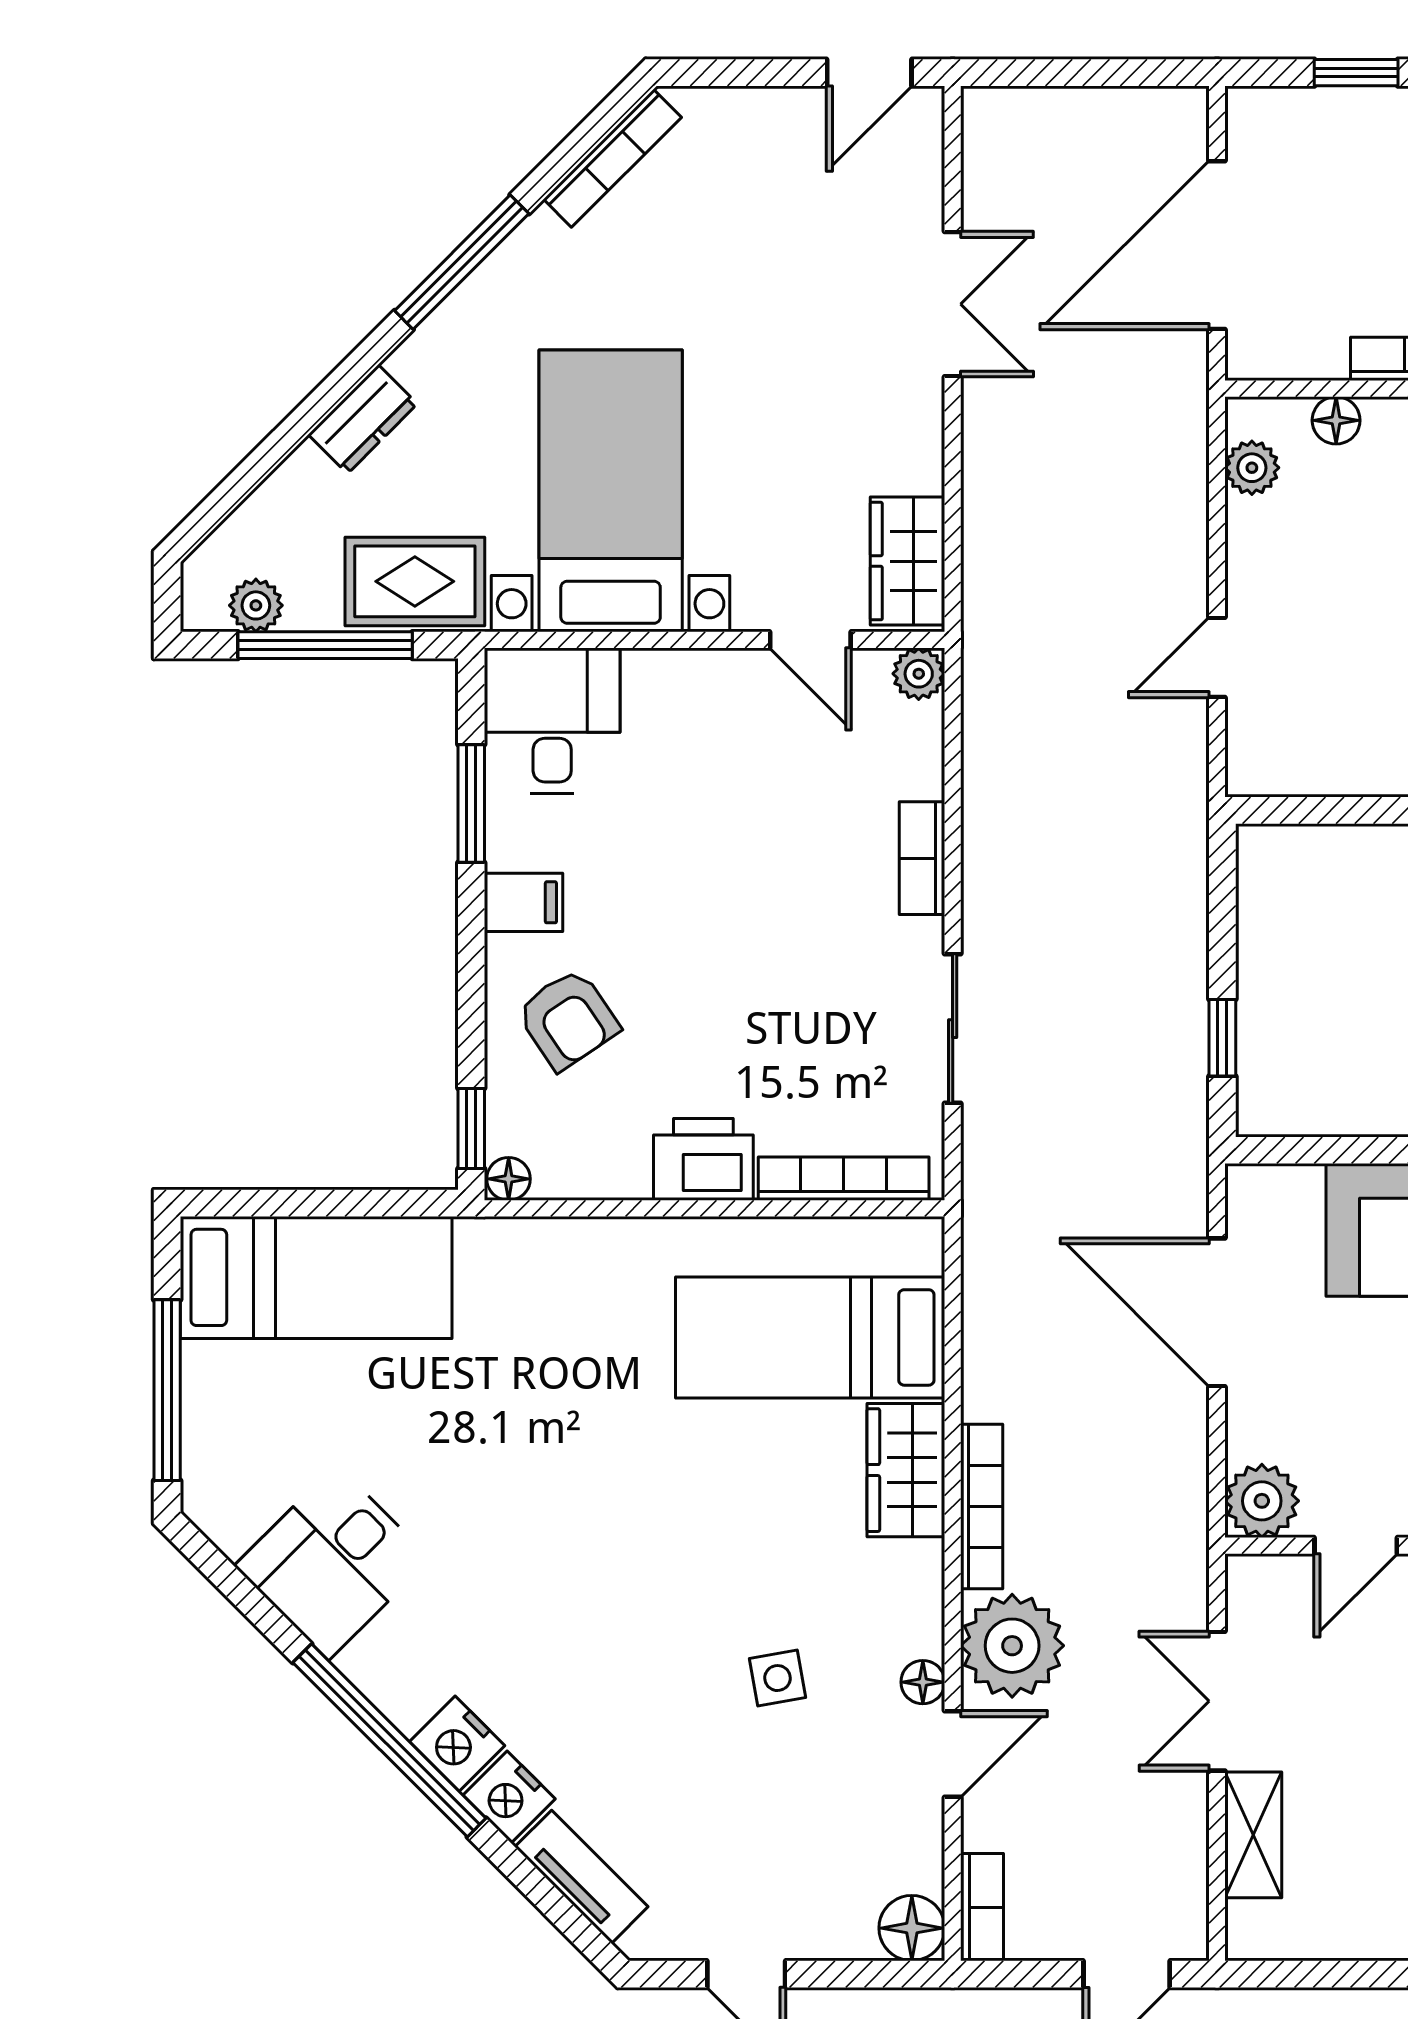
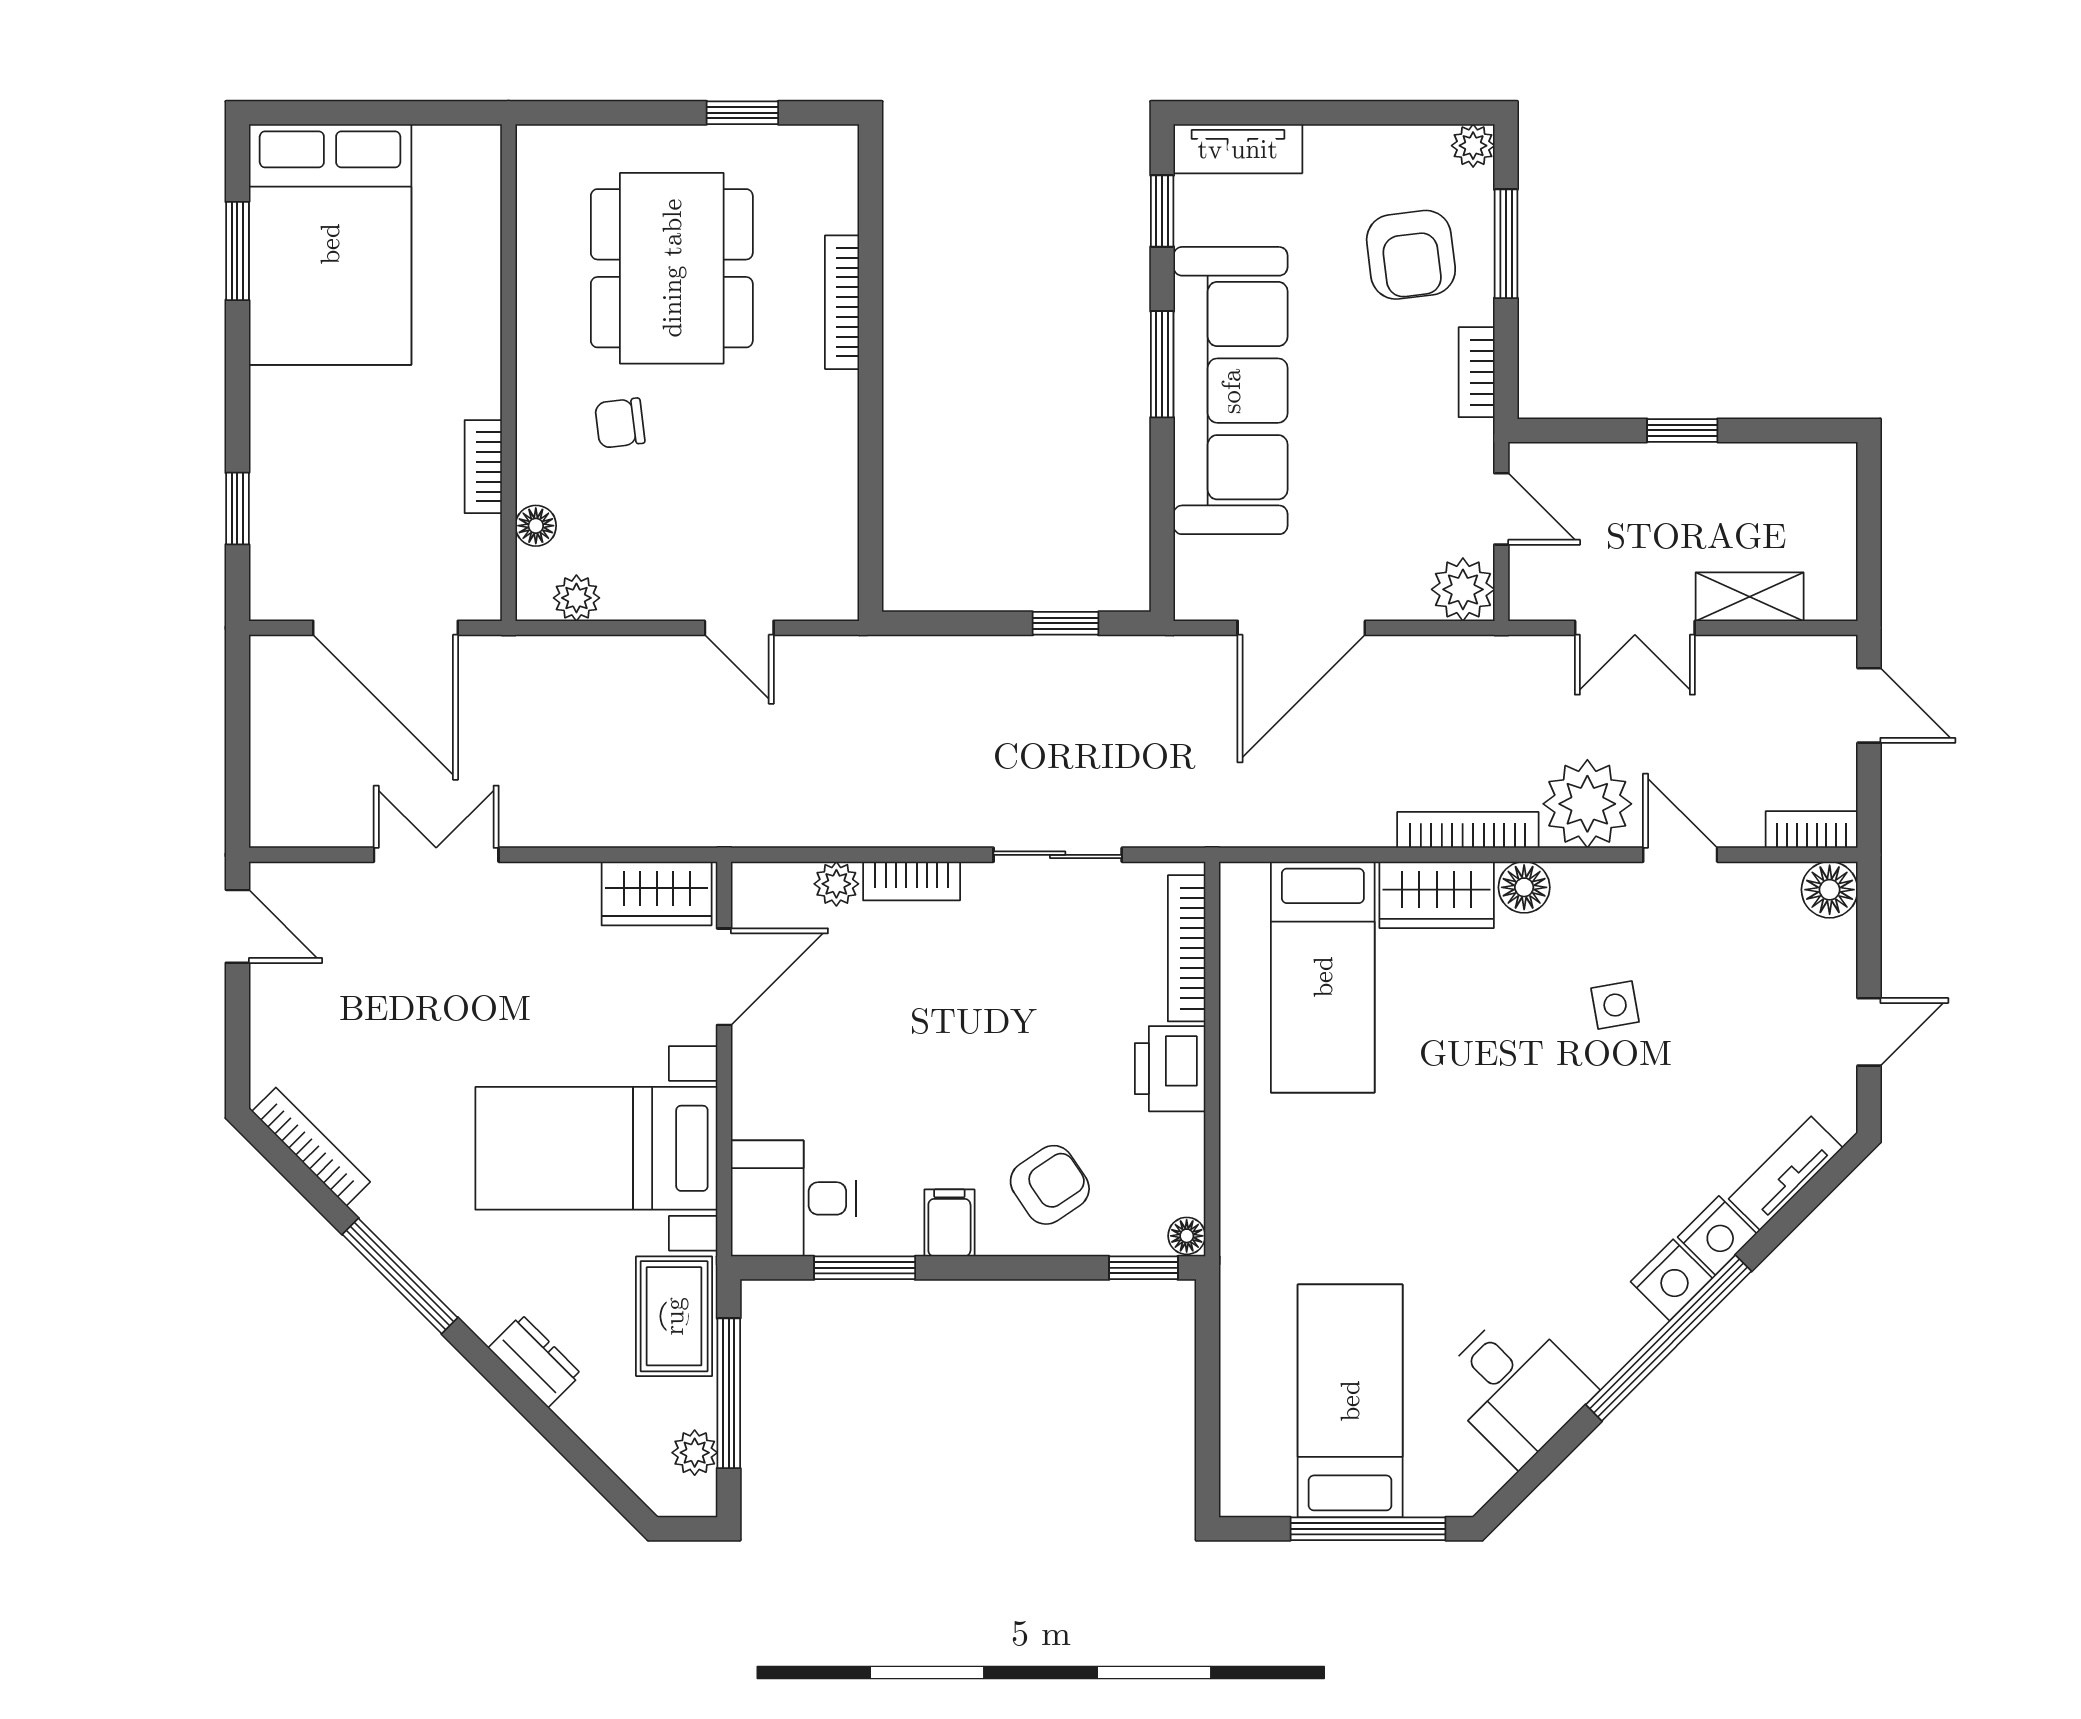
door: (810, 640) -> (724, 977), width x1.38
plant: (919, 674) -> (836, 884), moved
bed: (316, 1277) -> (1350, 1401), moved
floor lamp: (923, 1682) -> (1524, 887), moved, width x1.37, depth x1.37

